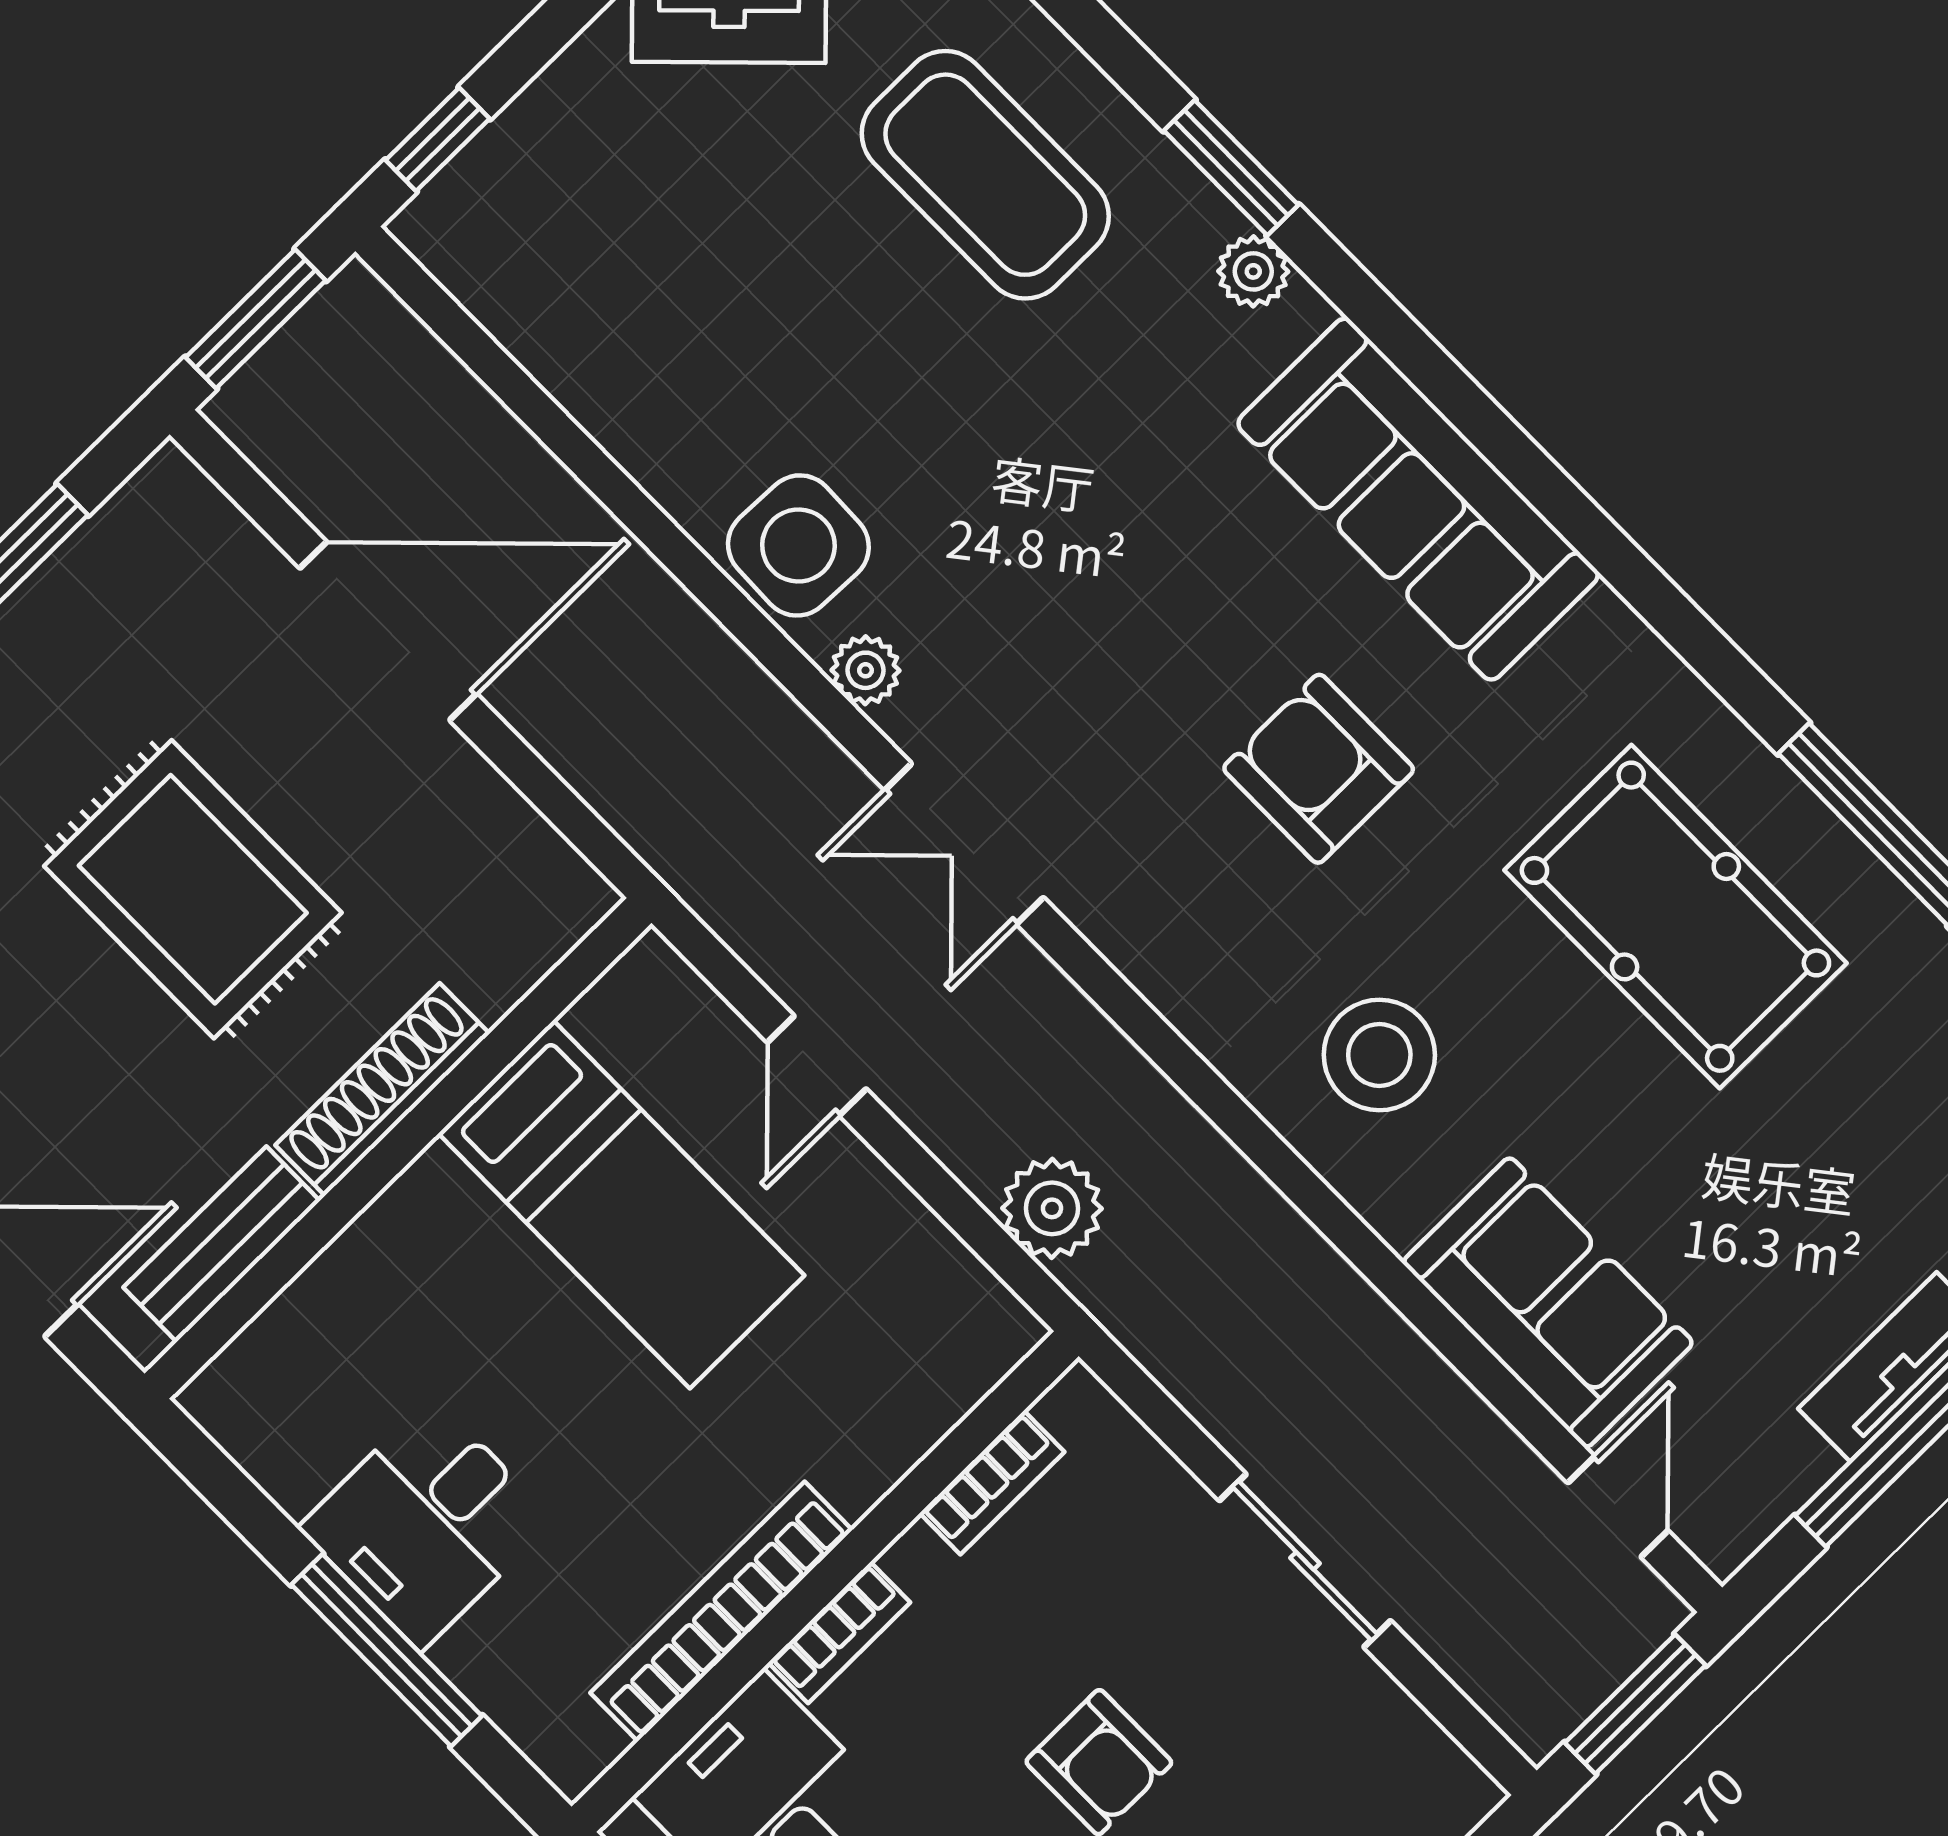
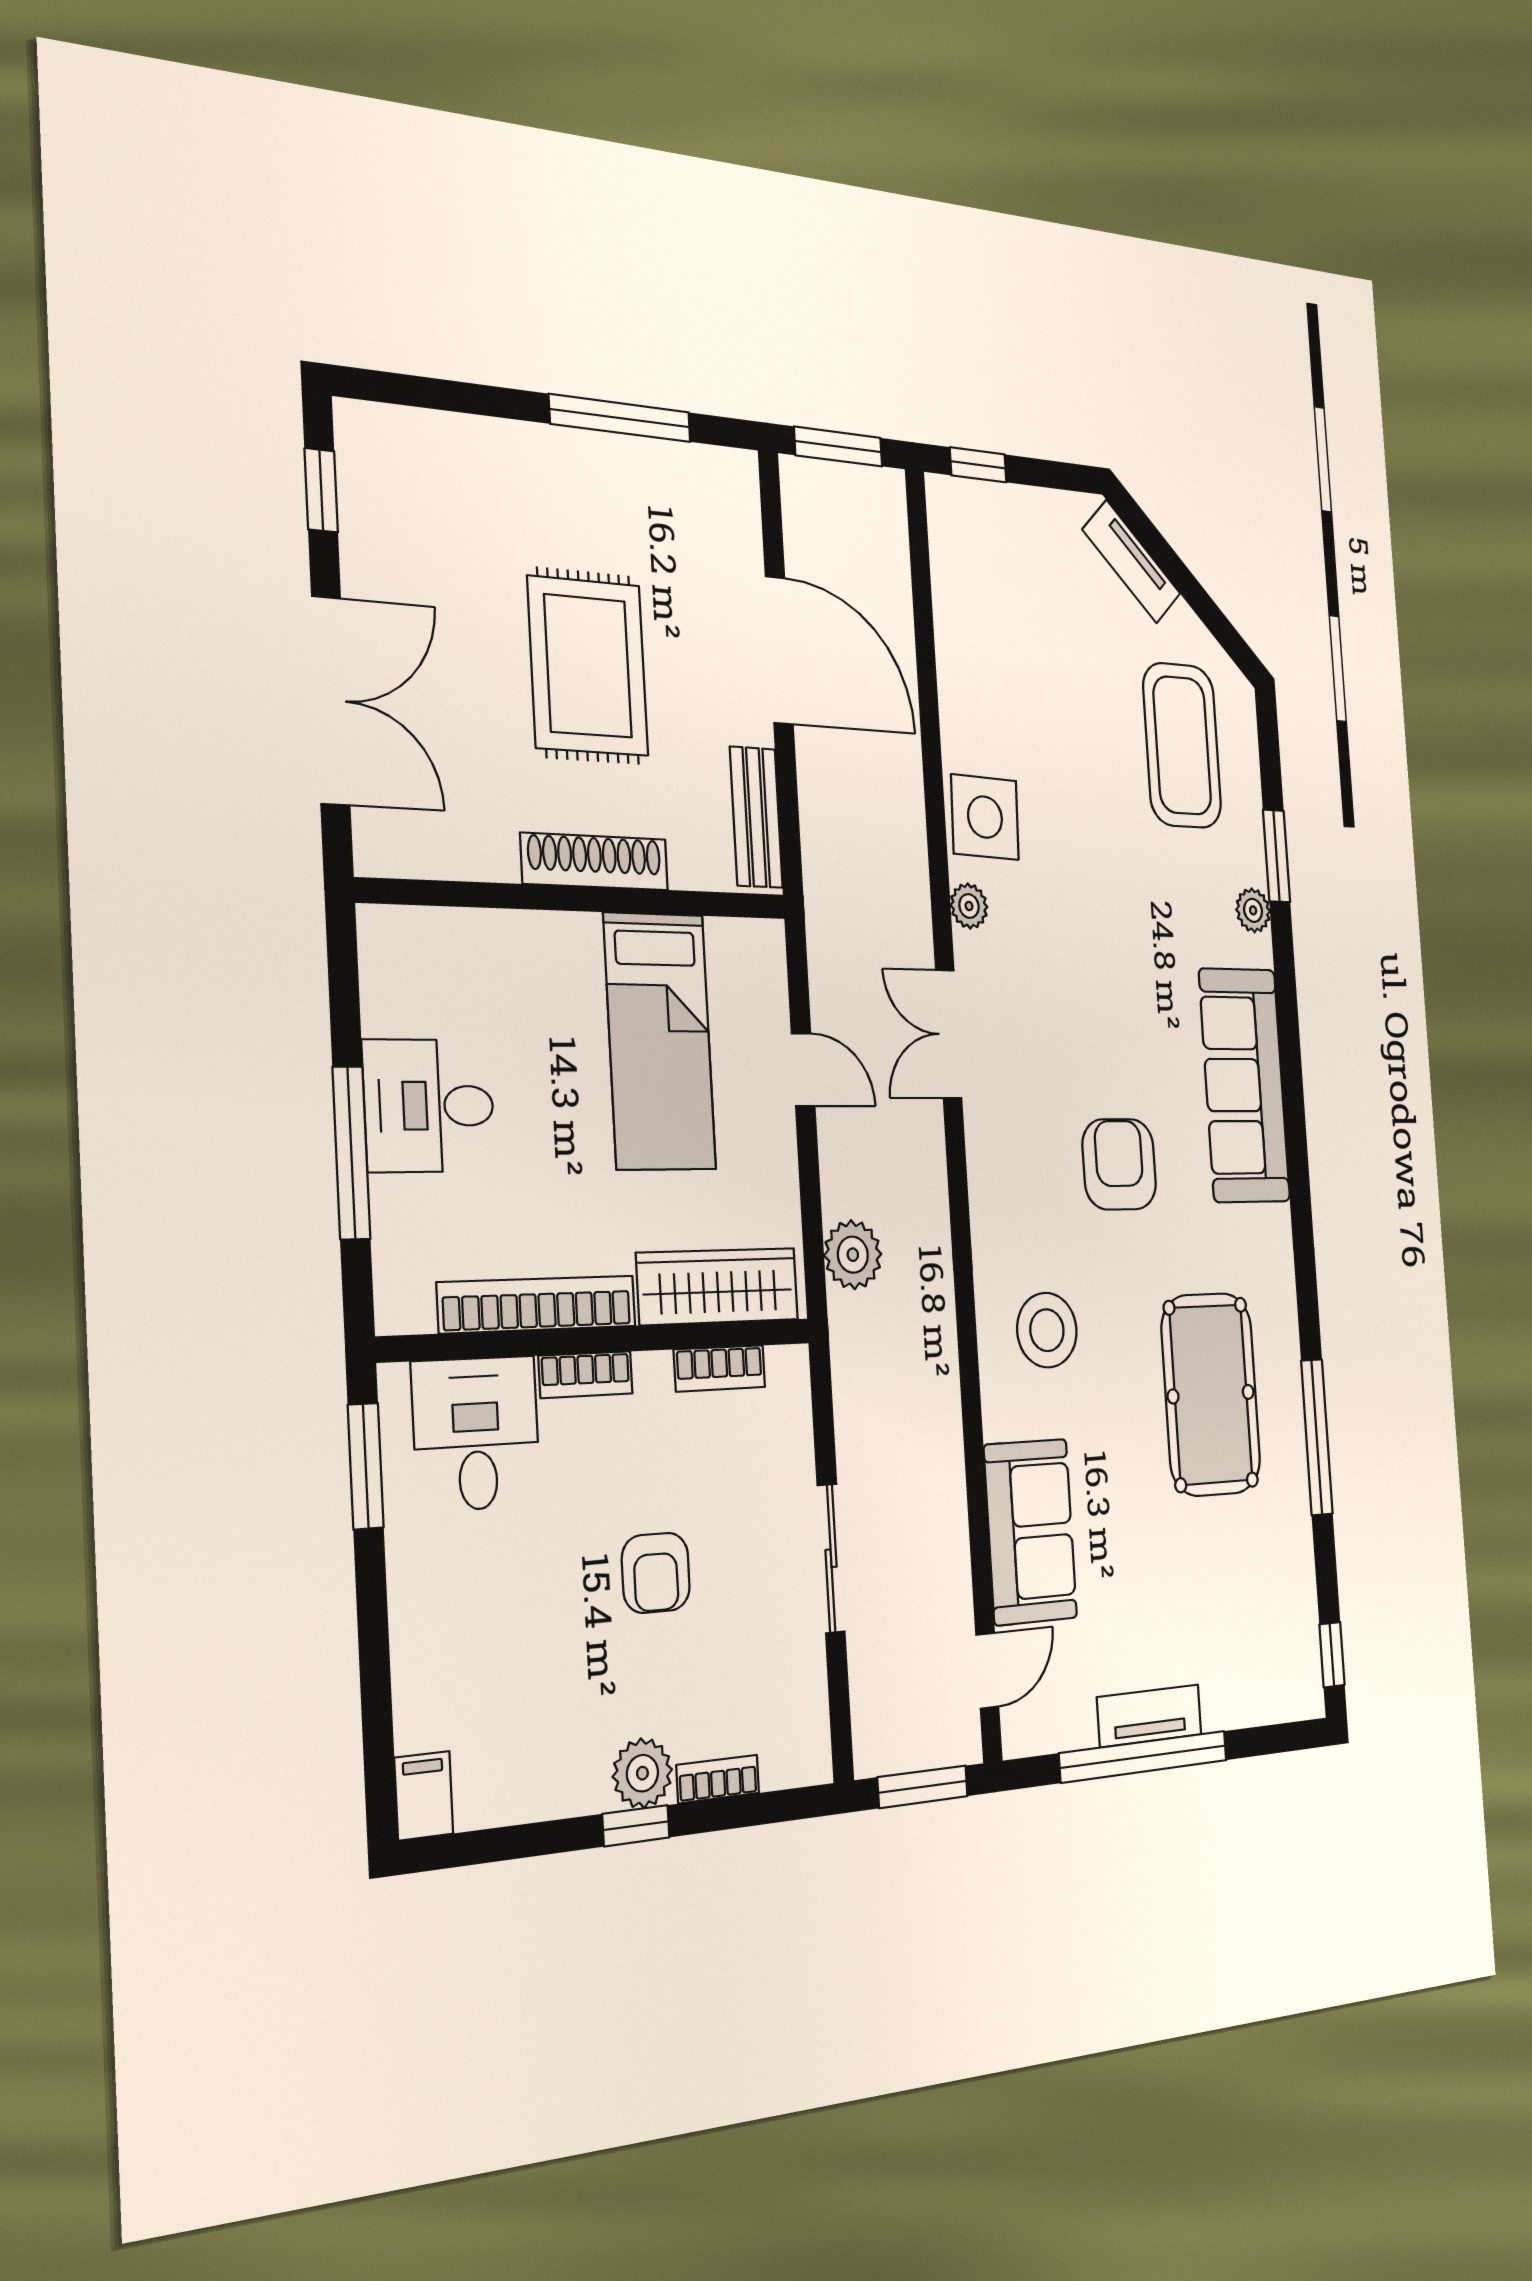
door: (817, 1066) -> (803, 1070), swing flipped
bench: (222, 1244) -> (756, 817), moved, turned 90
wardrobe: (915, 1398) -> (718, 1286), added

